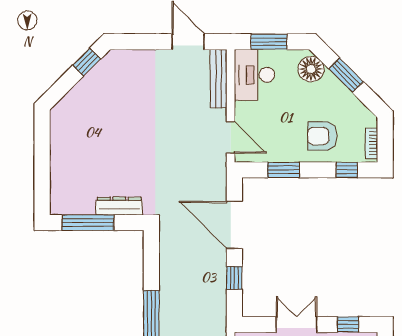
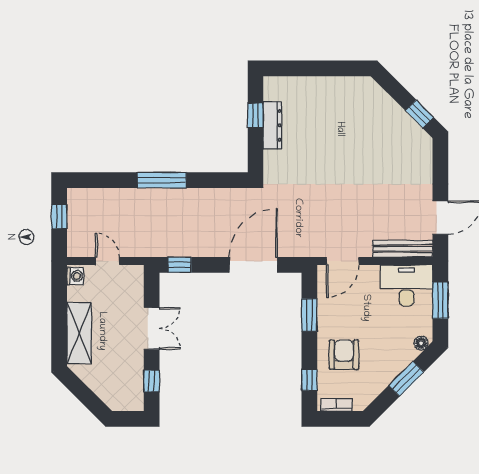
floor lamp: (311, 69) -> (421, 343), width x0.53, depth x0.53
dresser: (119, 206) -> (272, 125), moved
window: (88, 223) -> (256, 115), width x0.46
window: (234, 278) -> (180, 265), moved

